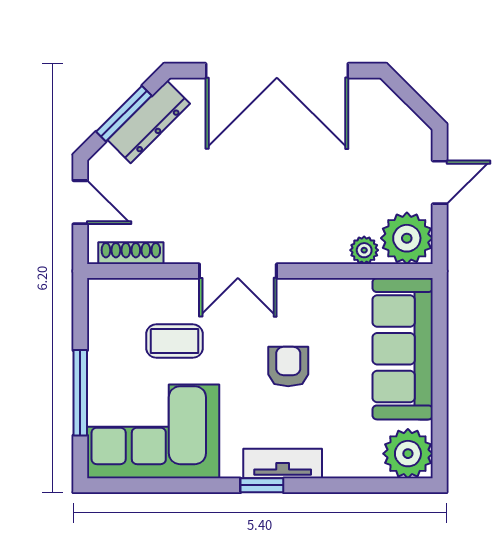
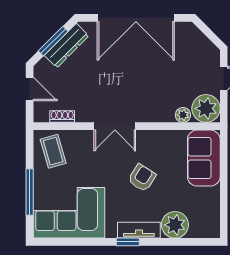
shoe rack: (131, 253) -> (62, 116), width x0.70
coffee table: (174, 341) -> (53, 151), moved, turned 74
sofa: (403, 349) -> (204, 158), width x0.73
armchair: (288, 367) -> (142, 178), turned 32
plant: (408, 454) -> (175, 225), moved

